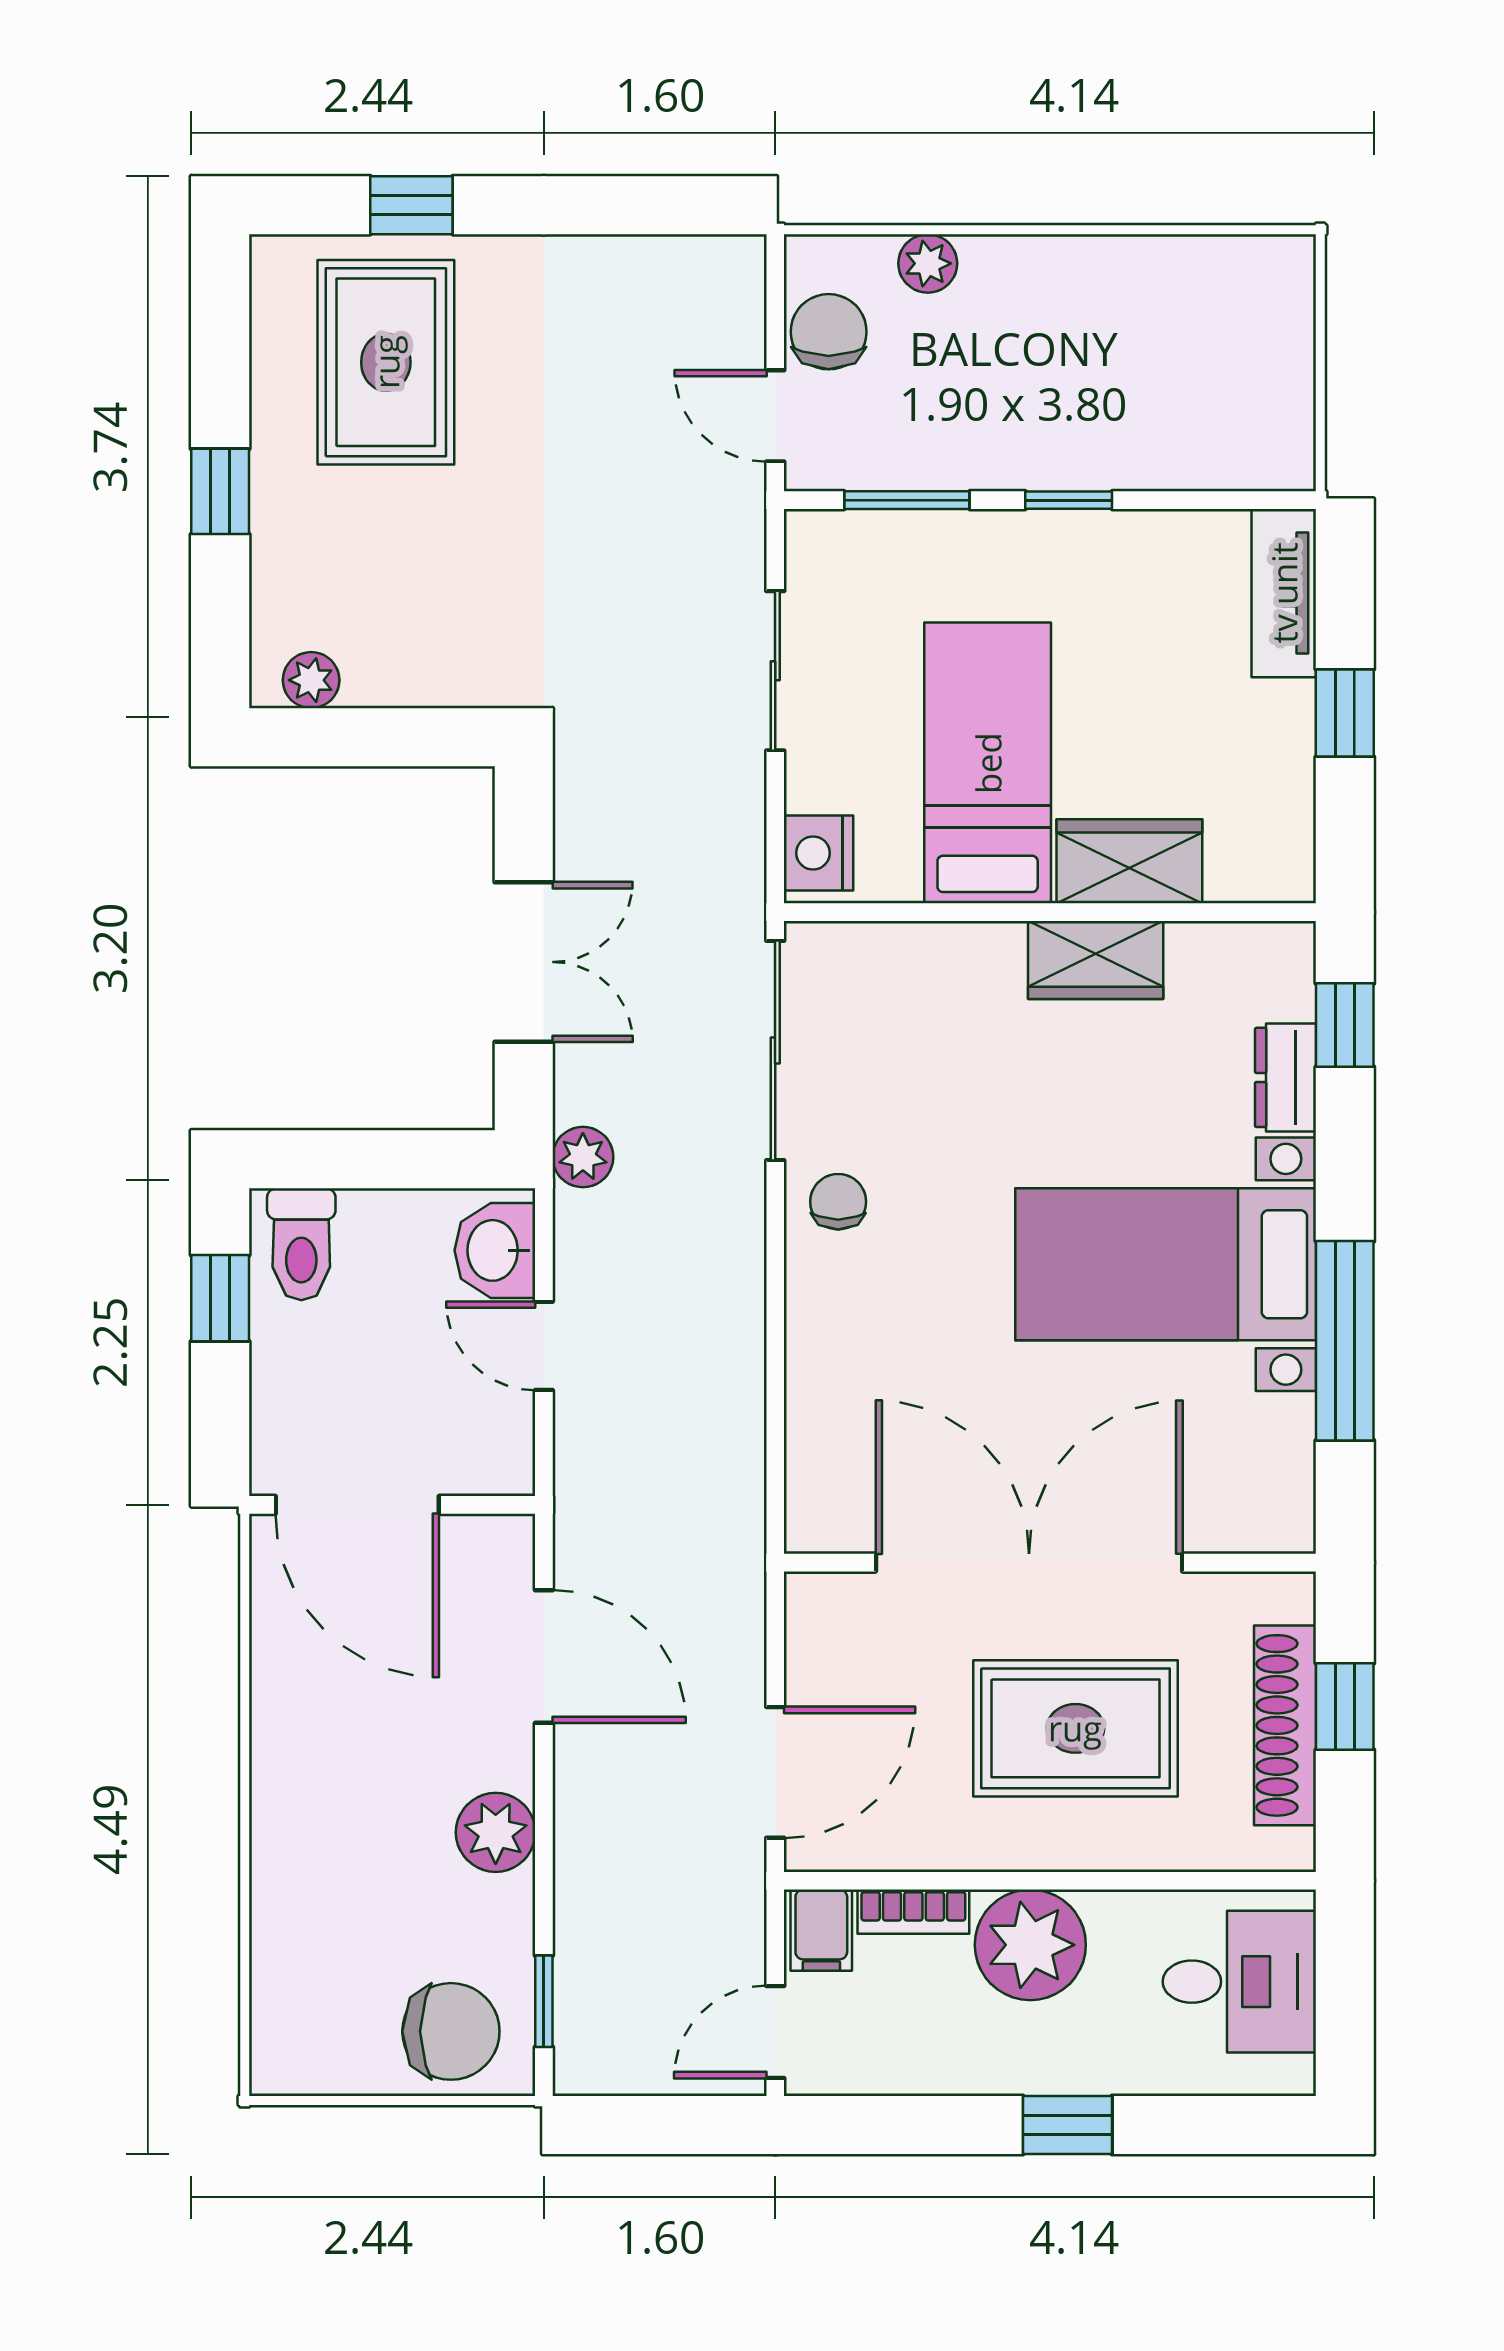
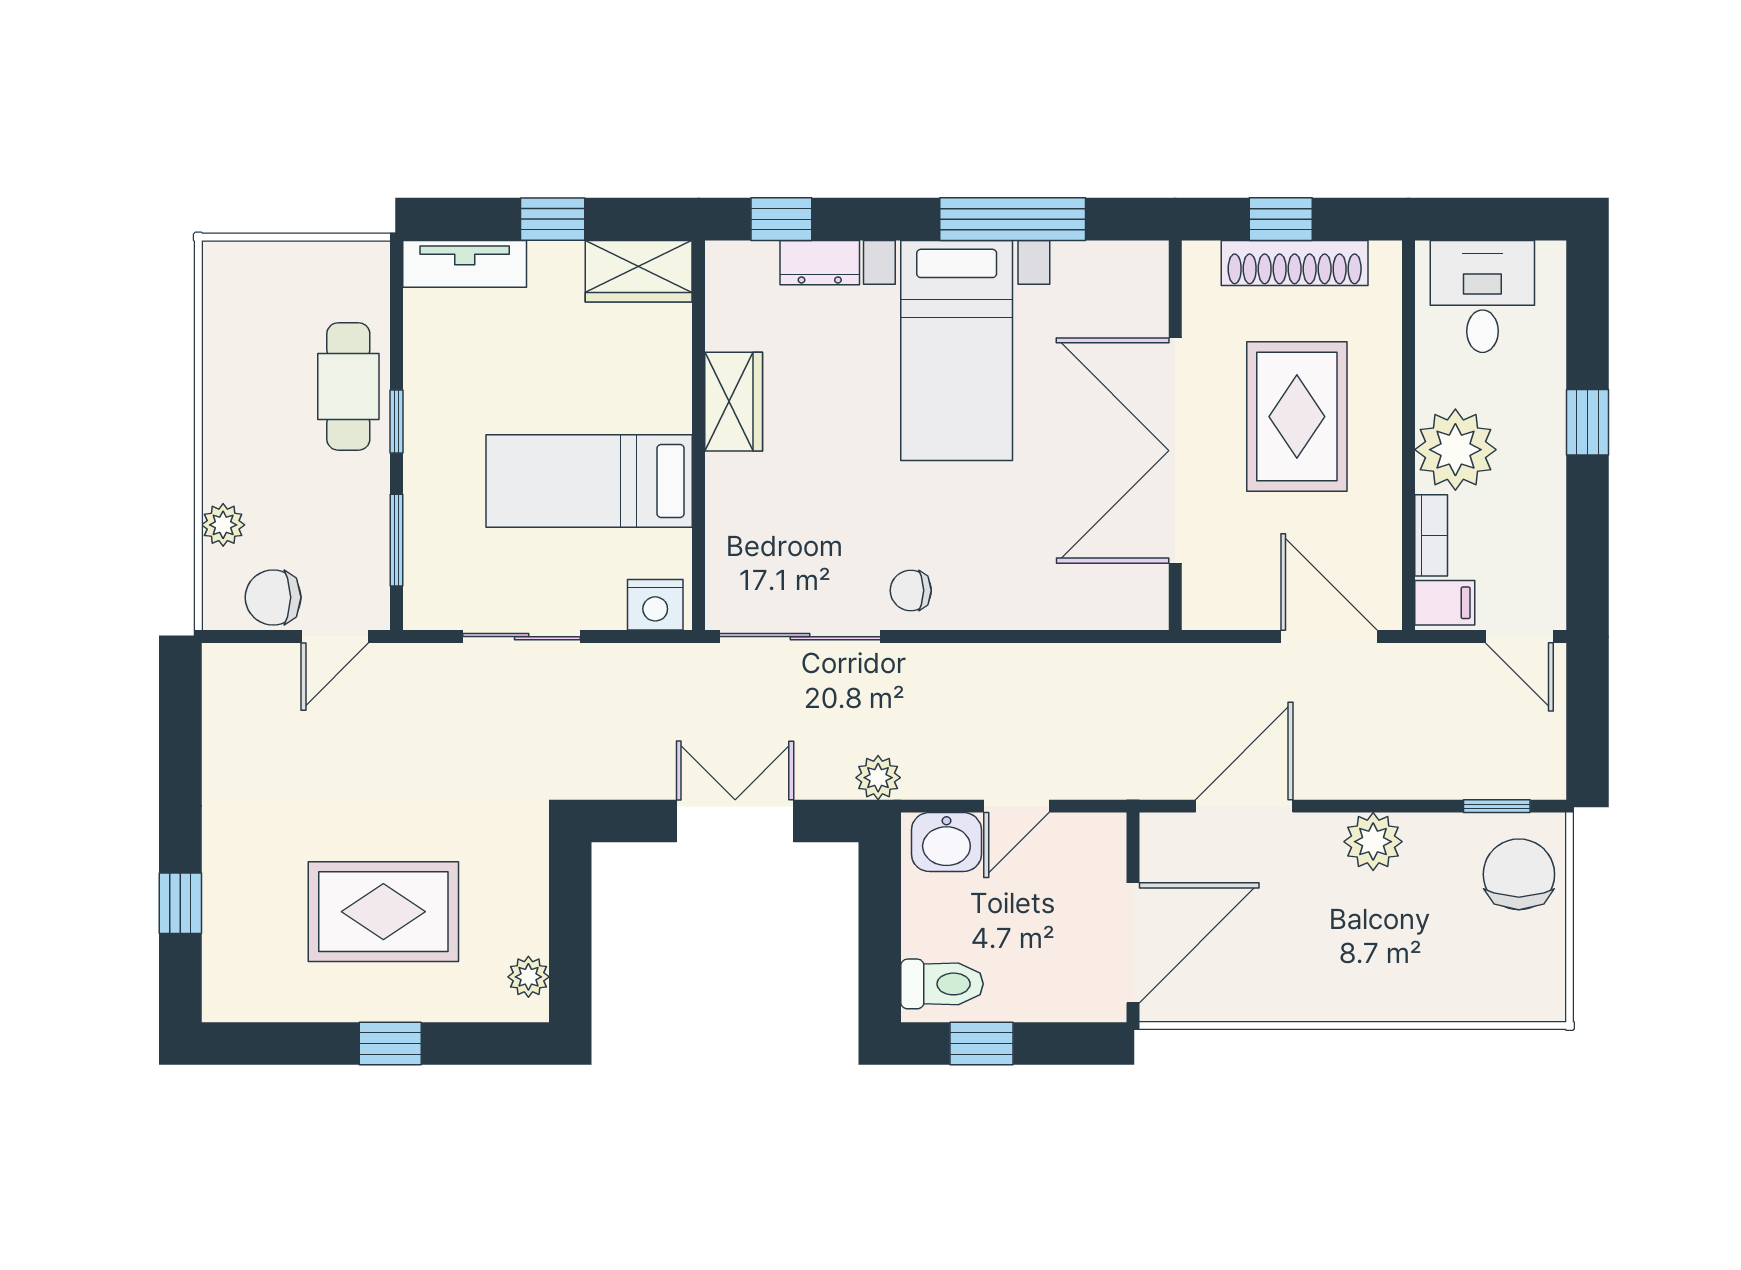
rug: (386, 362) -> (383, 912), moved
cafe table: (1117, 434) -> (348, 386), added
wardrobe: (1129, 861) -> (639, 271), moved, turned -90

